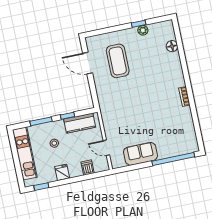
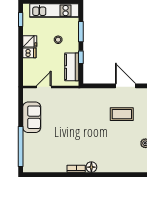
floor lamp: (172, 46) -> (91, 167), moved
coffee table: (118, 61) -> (122, 114), width x0.73, depth x0.76
door: (88, 63) -> (126, 86), hinge flipped
dishwasher: (88, 167) -> (29, 53), moved

